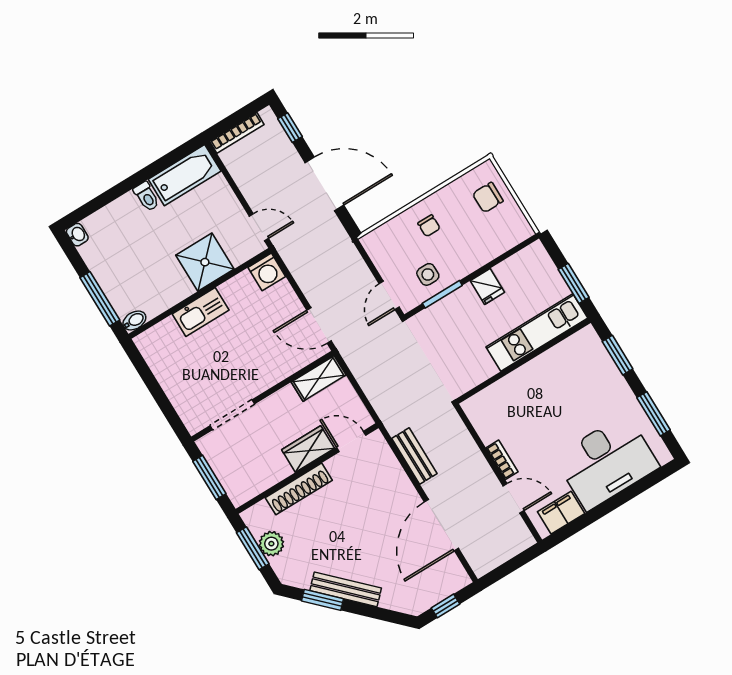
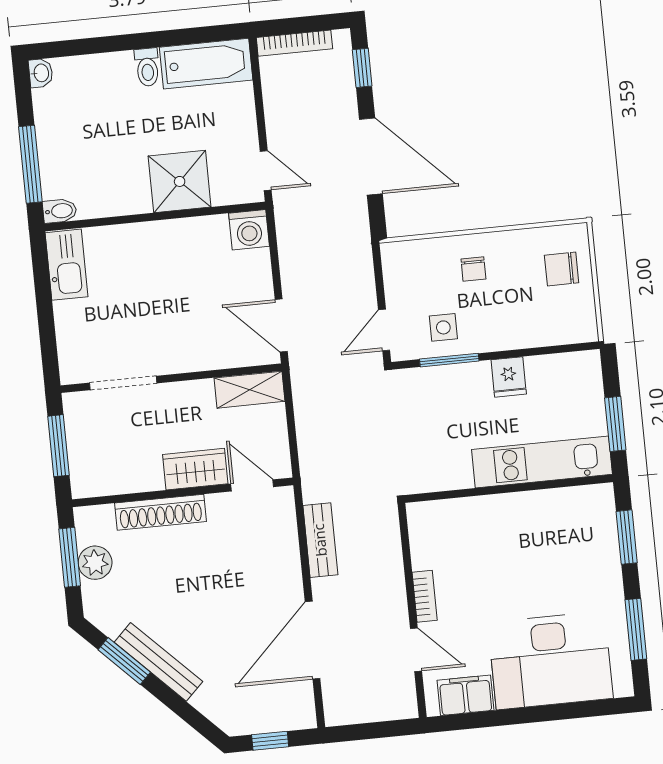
kitchen sink: (201, 312) -> (67, 265), moved, turned -90

